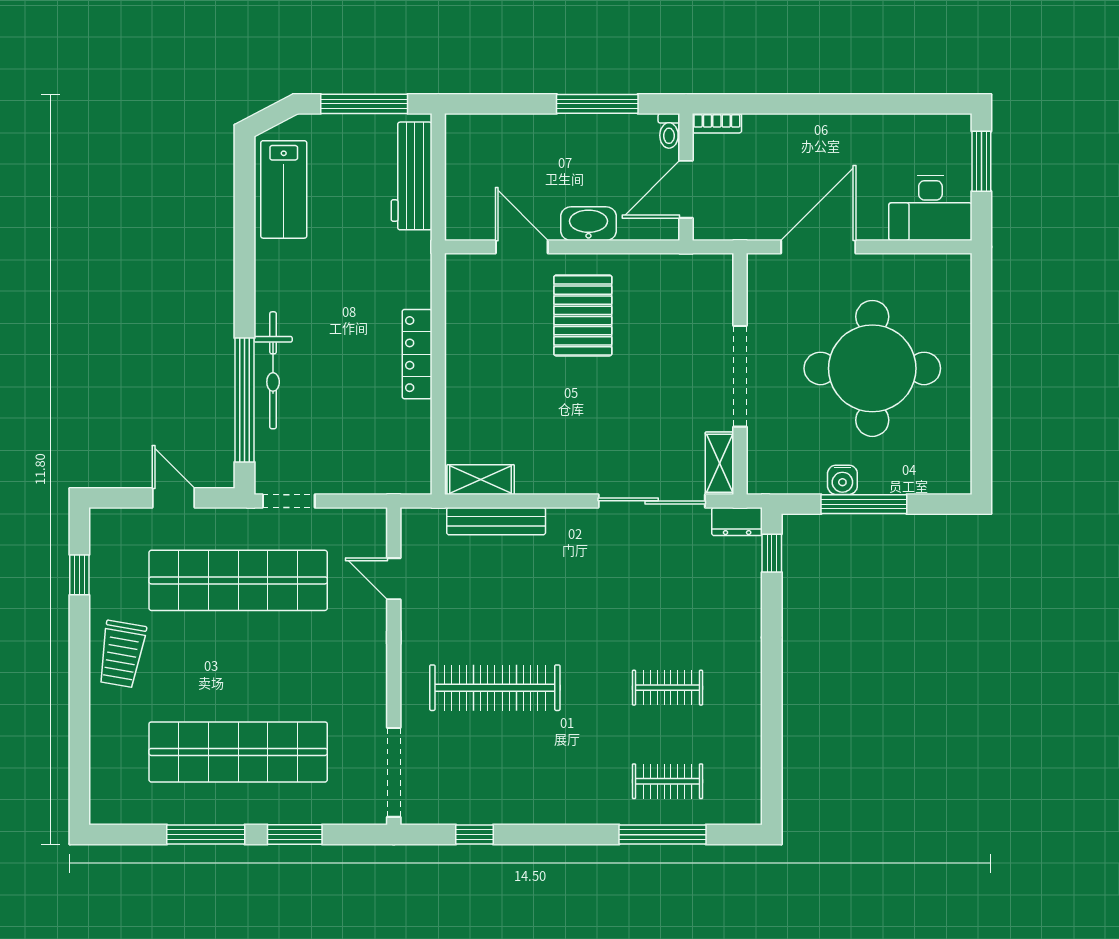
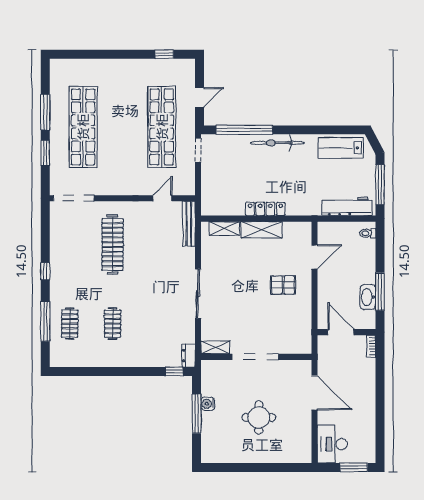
toilet: (669, 131) -> (368, 233), moved
washbasin: (588, 224) -> (368, 297), moved, turned 180
pallet: (583, 315) -> (283, 285), width x0.67, depth x0.71
shelving: (463, 363) -> (261, 230), added
round table: (872, 368) -> (259, 417), width x0.54, depth x0.54
bicycle: (273, 370) -> (277, 143), moved
shelving: (481, 480) -> (224, 228), moved, turned 90
sliding door: (652, 501) -> (198, 294), moved
bench: (496, 521) -> (189, 224), moved
trolley: (122, 654) -> (128, 74), removed
window: (475, 835) -> (45, 271), moved

